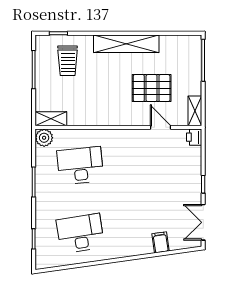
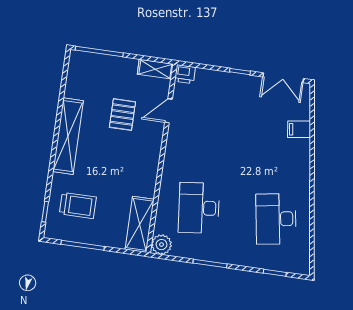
pallet: (152, 88) -> (122, 115), width x0.67, depth x0.71
shelving: (51, 119) -> (140, 224), width x1.50, depth x1.33

